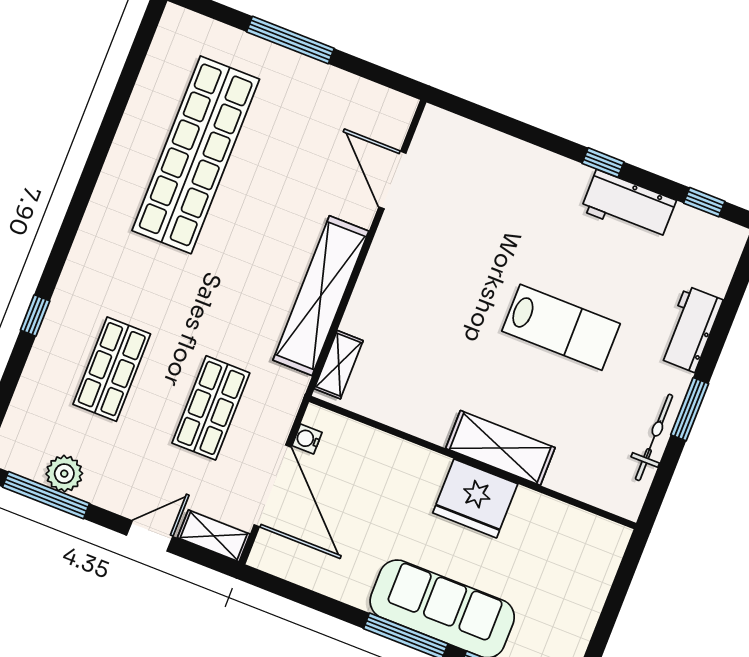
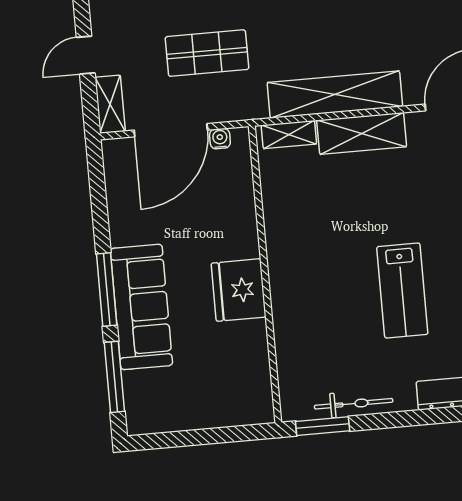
window: (690, 409) -> (323, 426), moved
shelving: (500, 448) -> (362, 133), moved, turned 90
door: (150, 536) -> (86, 55), swing flipped

